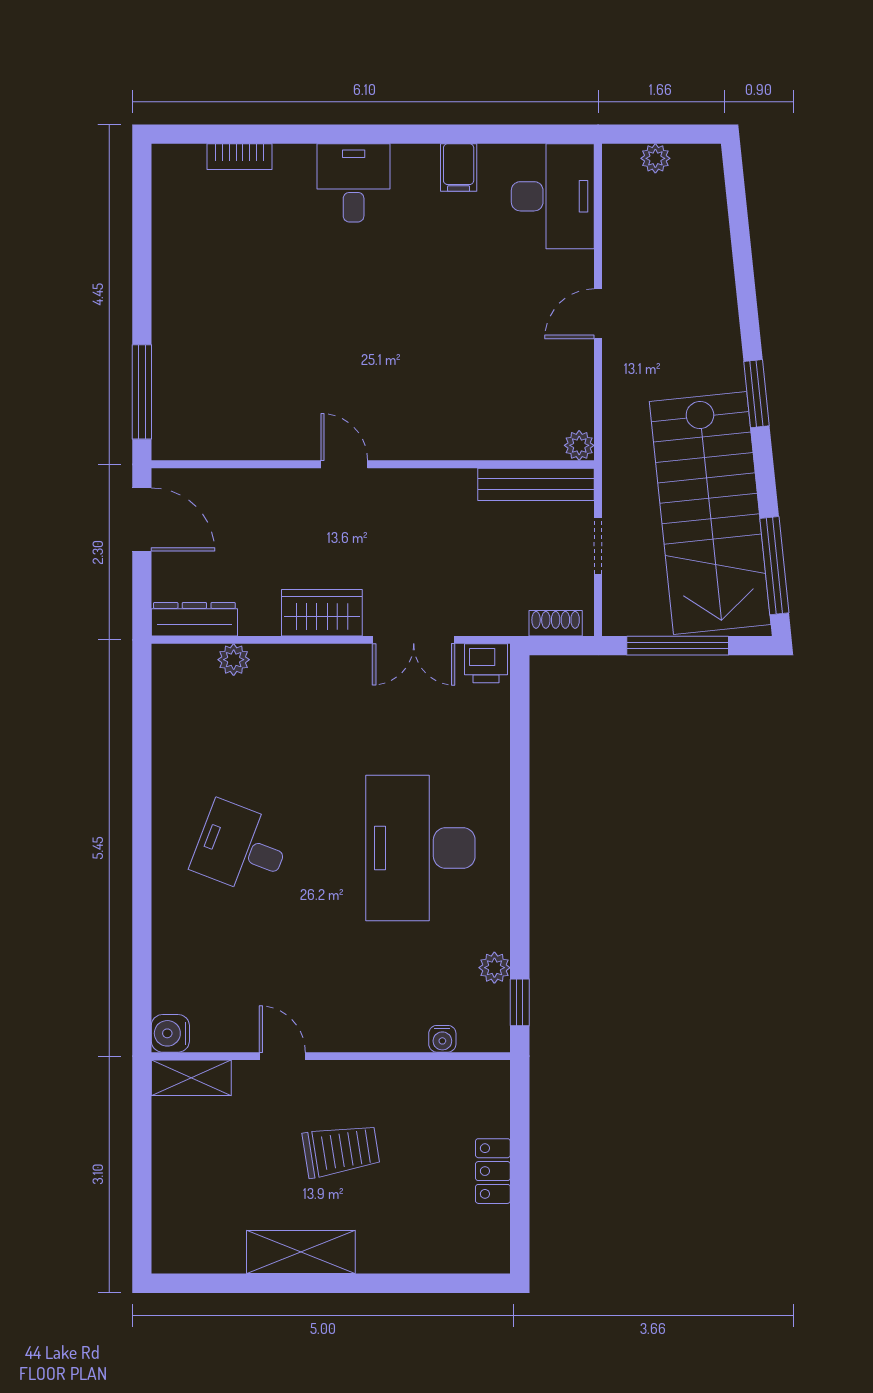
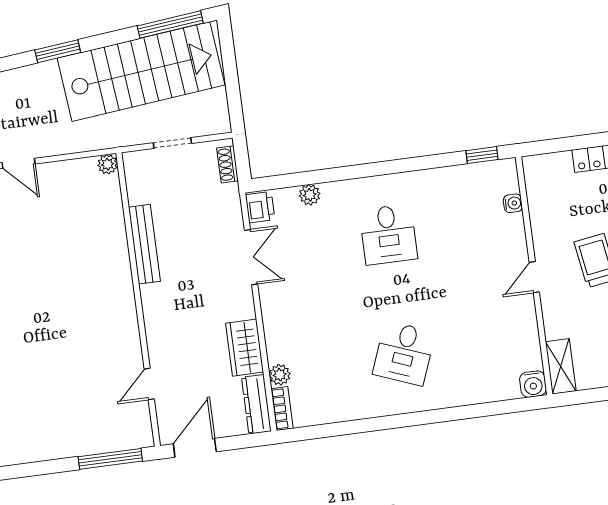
door: (344, 464) -> (149, 384), moved
bench: (536, 484) -> (144, 244), moved
wardrobe: (322, 613) -> (245, 348), moved
window: (678, 646) -> (232, 82), removed
bookcase: (183, 656) -> (282, 409), added
desk: (420, 848) -> (388, 234), width x0.53, depth x0.77
plant: (494, 968) -> (310, 195), moved
door: (282, 1056) -> (534, 277), moved

